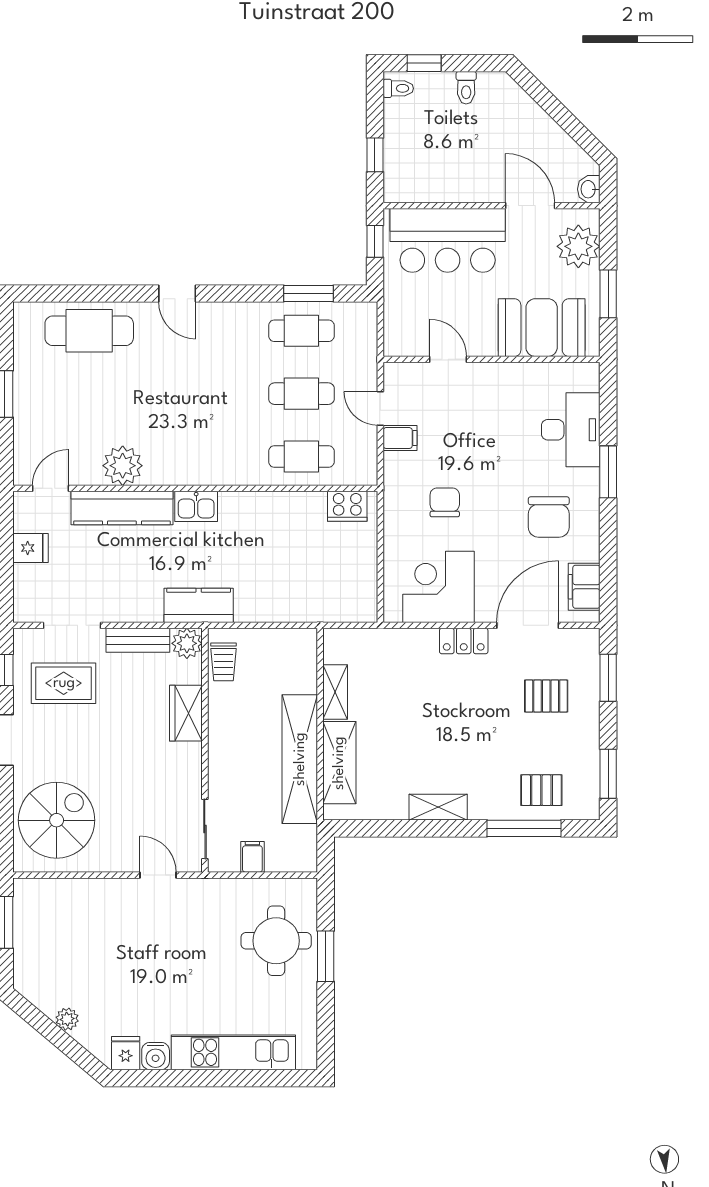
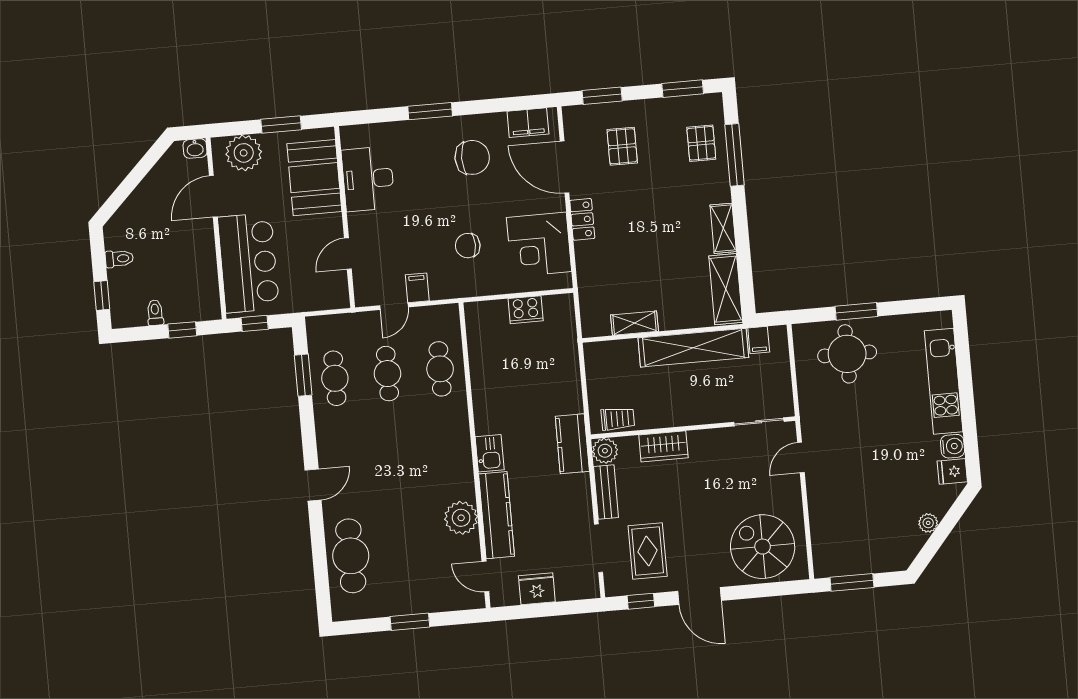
toilet: (398, 88) -> (155, 313), moved
desk: (571, 430) -> (368, 179), moved, turned -90
cooker: (347, 506) -> (526, 310), moved, turned 90
fridge: (30, 548) -> (537, 589), width x1.38
shelving: (339, 763) -> (726, 289), moved, turned 90
filing cabinet: (252, 857) -> (759, 340), moved, turned -90

